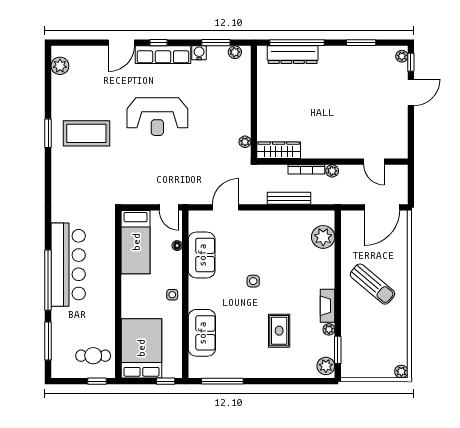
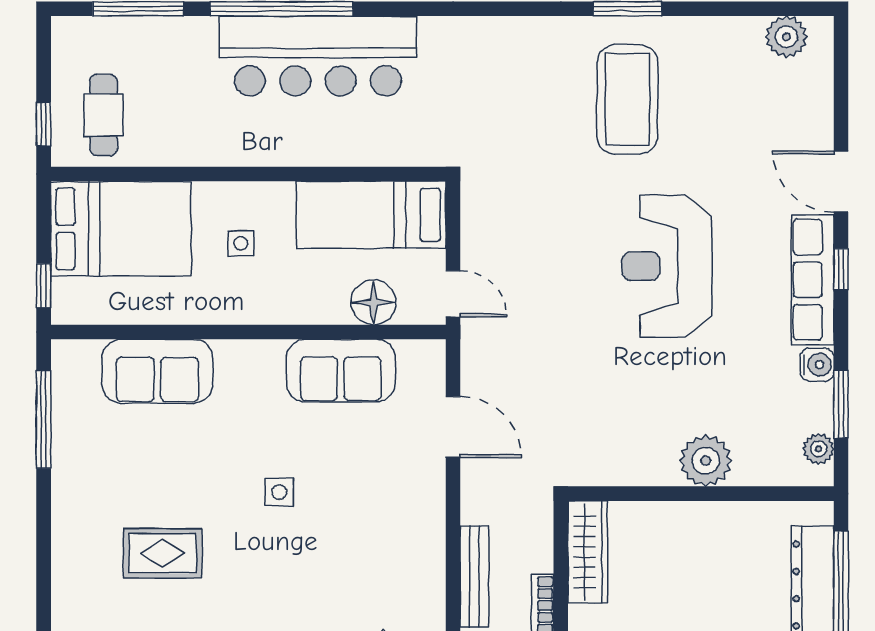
plant: (245, 142) -> (706, 461), moved, width x1.87, depth x1.87
door: (169, 207) -> (453, 294), swing flipped
floor lamp: (177, 246) -> (374, 302), width x1.89, depth x1.89
side table: (172, 295) -> (241, 243), moved

